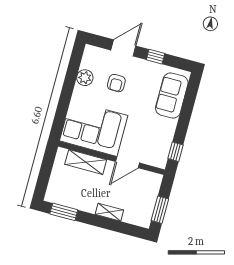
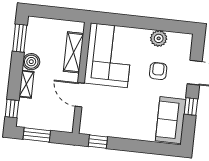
armchair: (116, 83) -> (158, 71), turned 90
sofa: (172, 96) -> (171, 120), moved, turned -90
boiler: (88, 204) -> (31, 62), added
window: (131, 230) -> (12, 109), added

